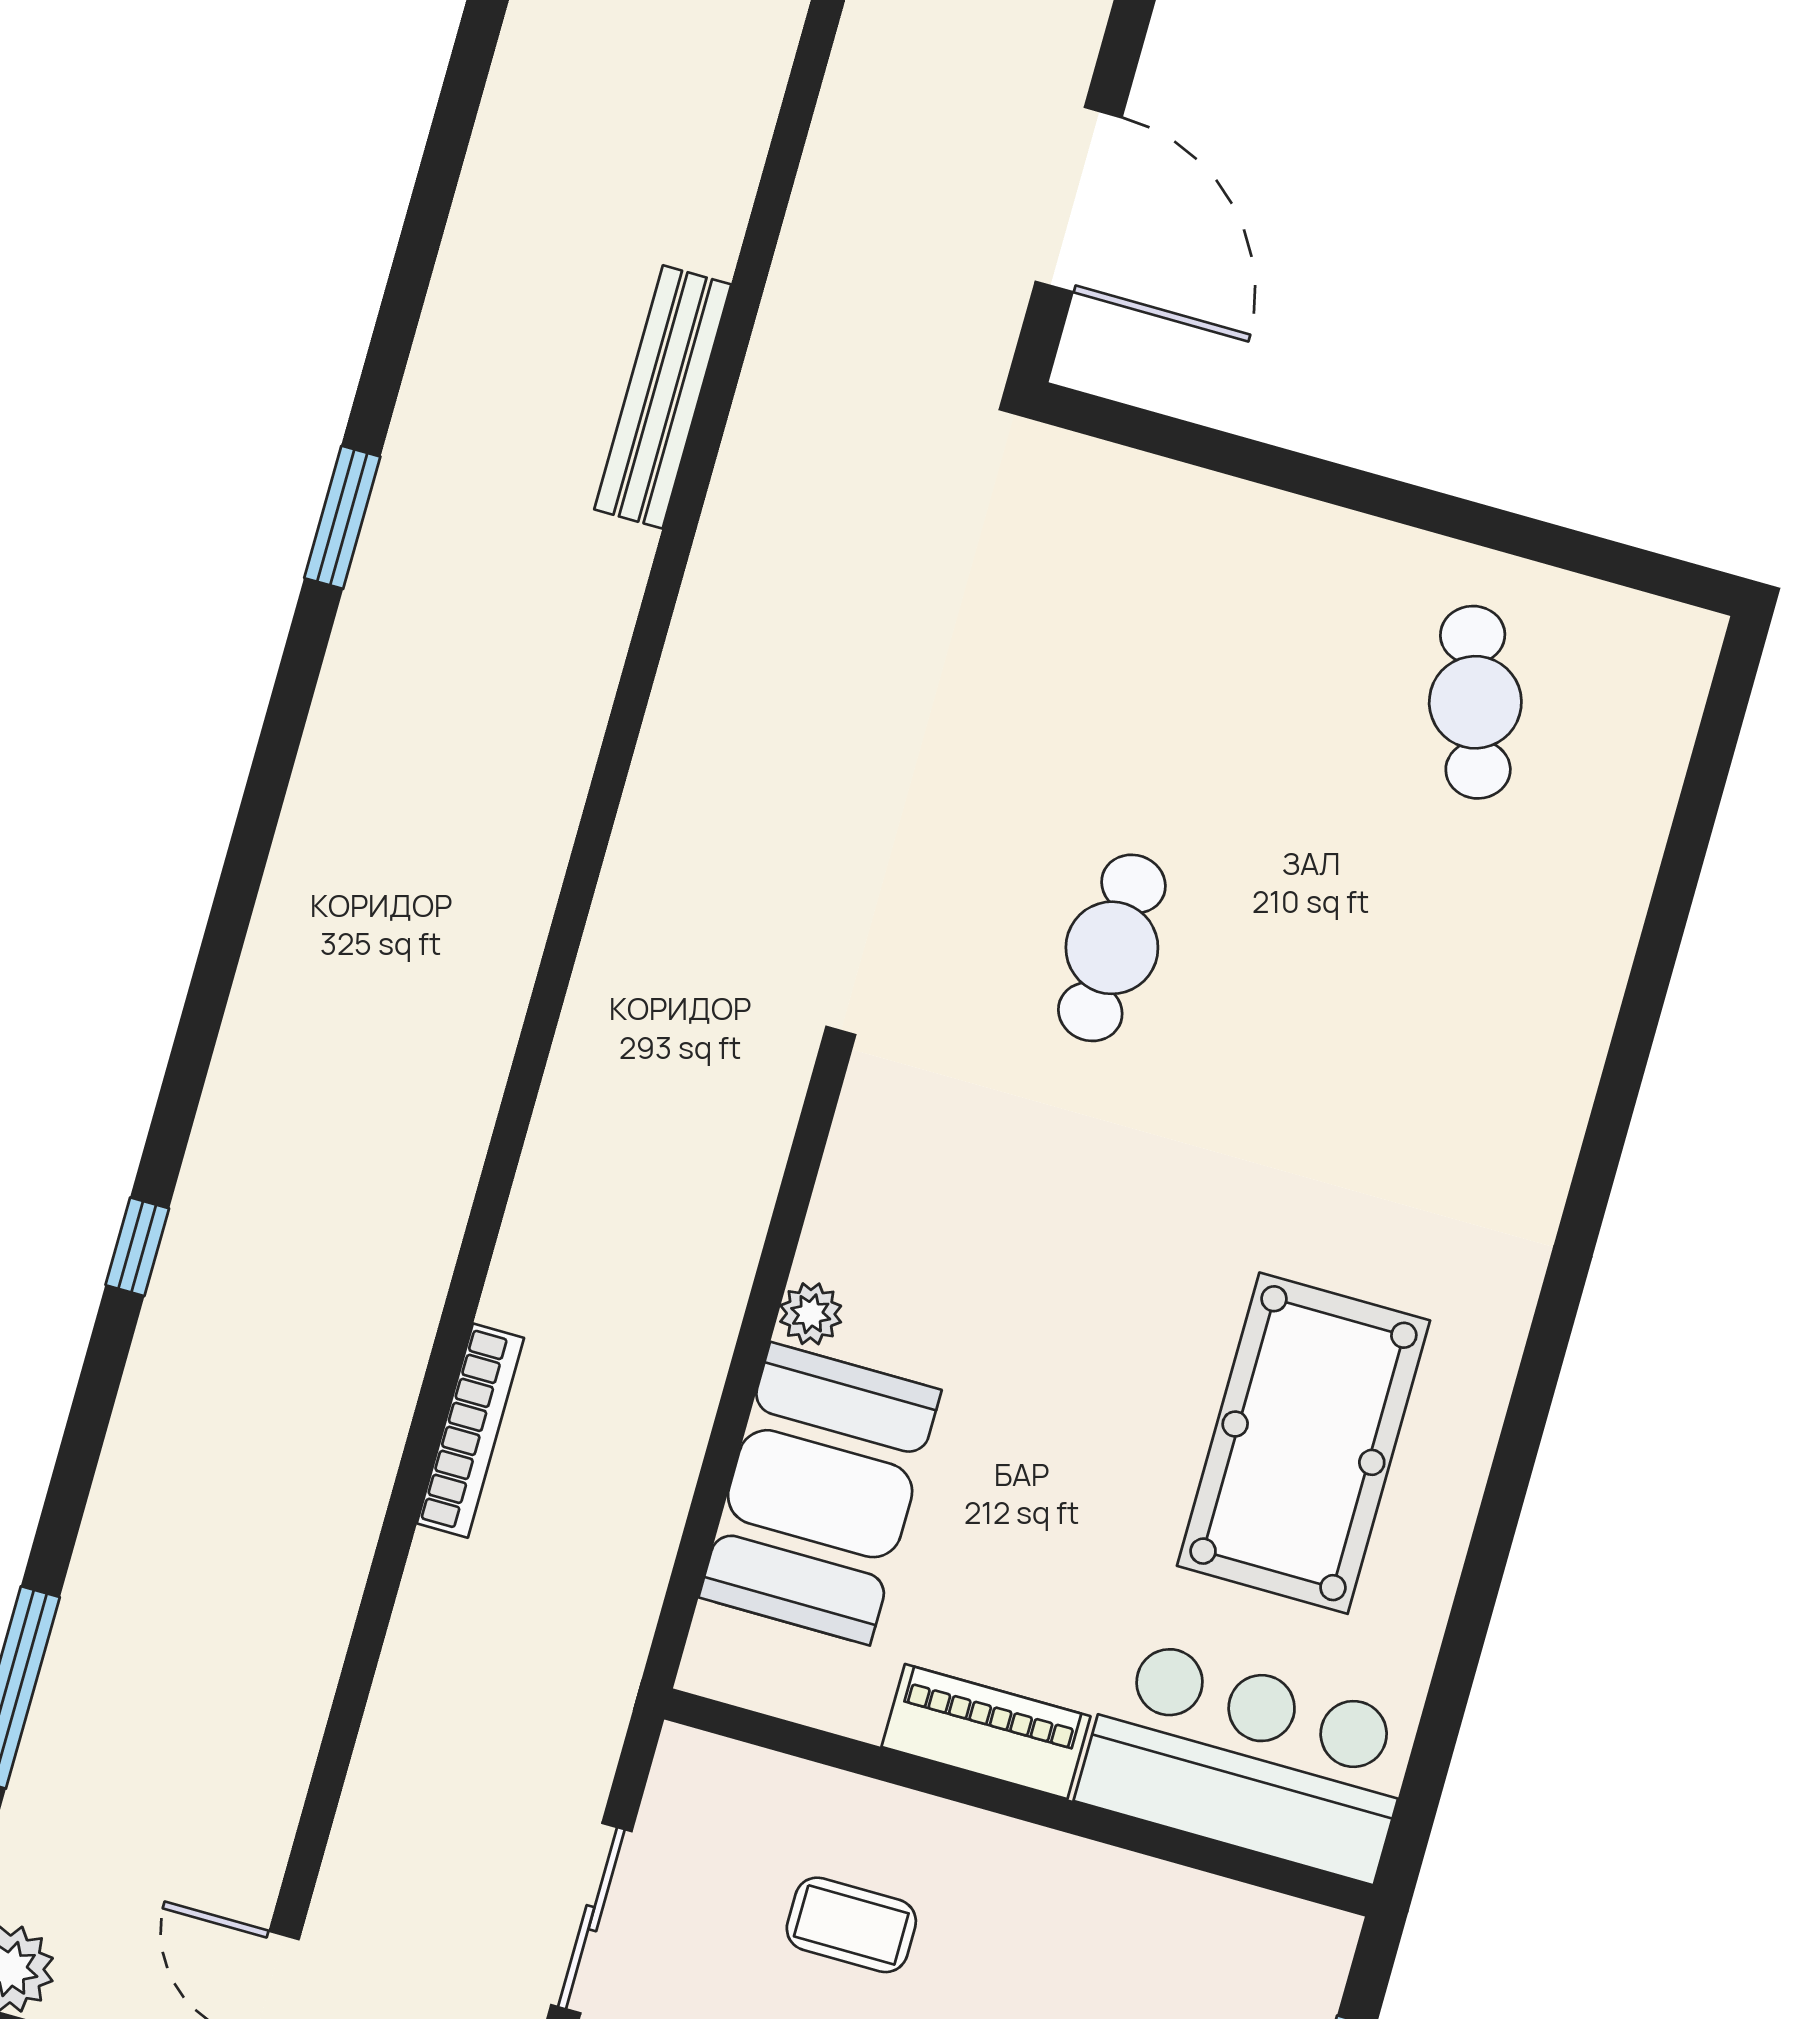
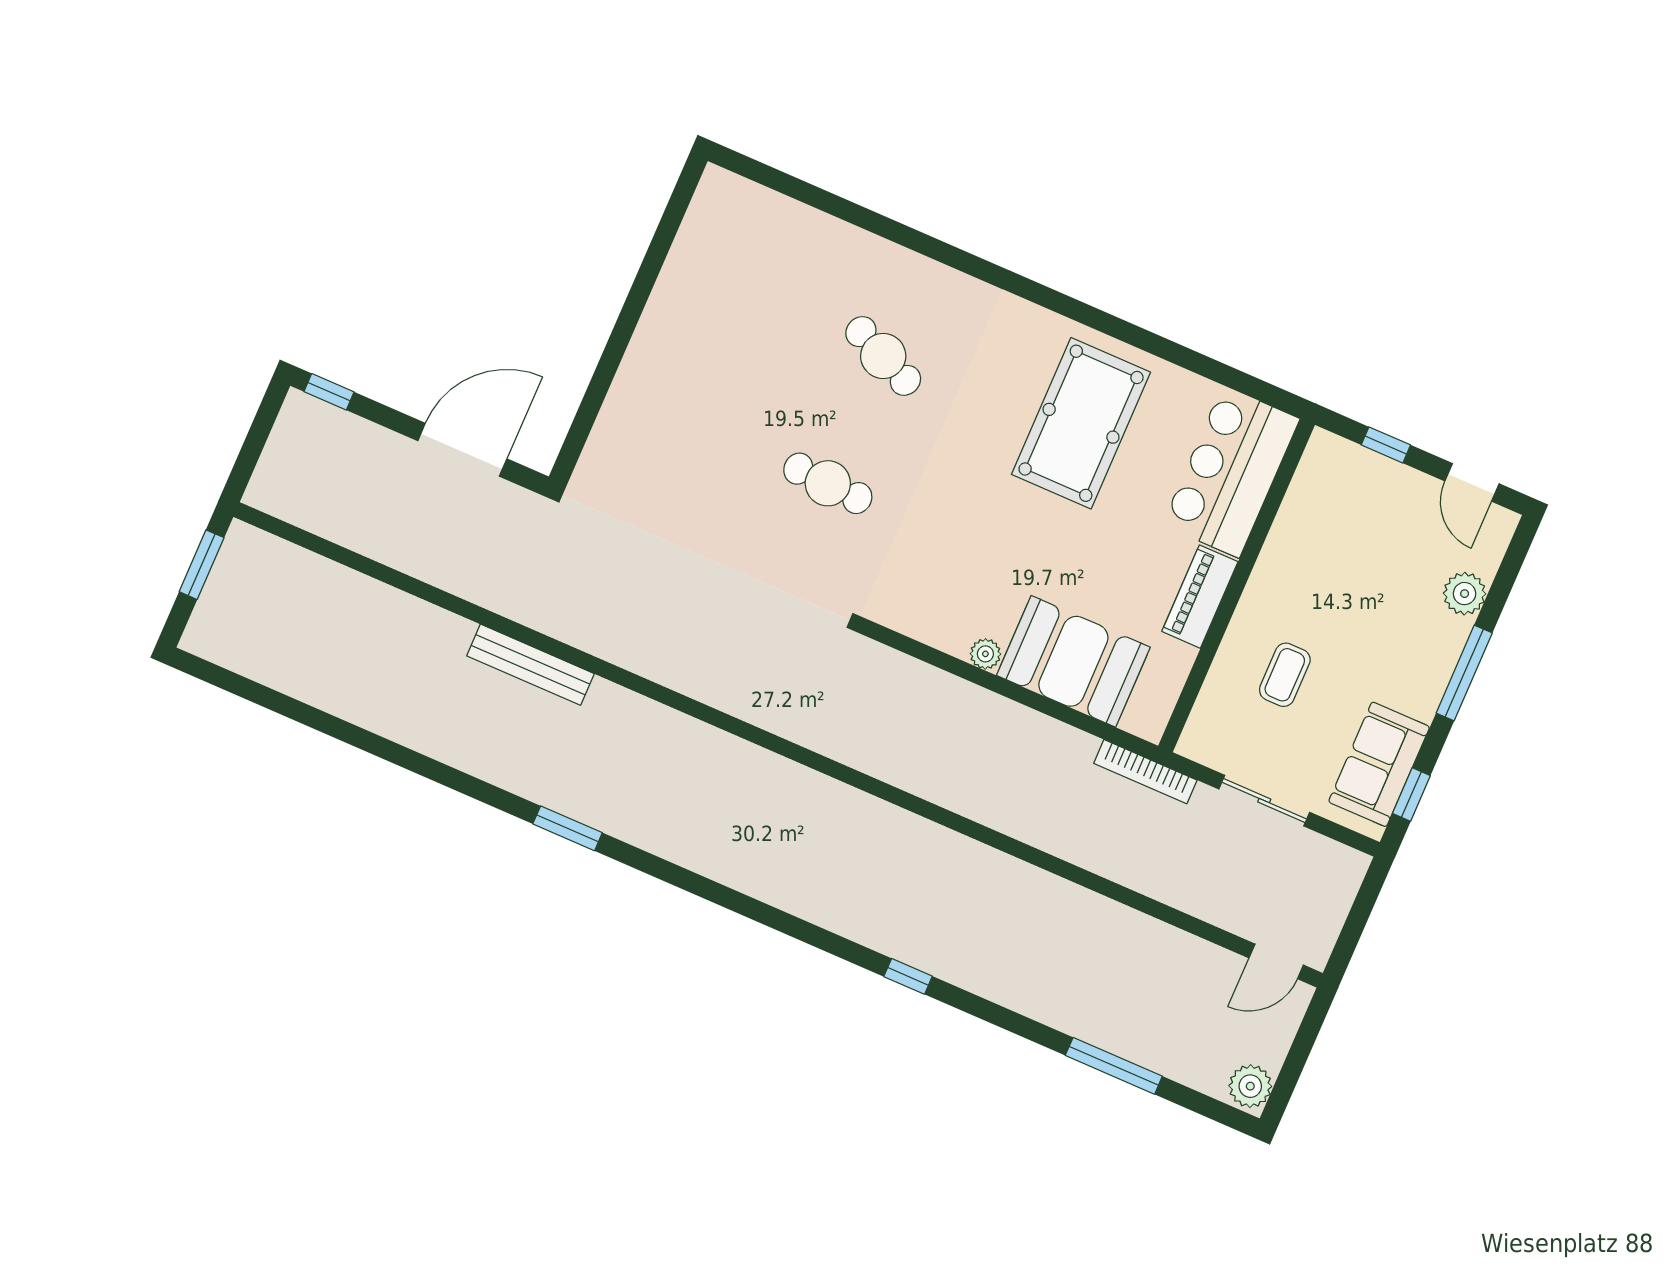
cafe table: (1475, 702) -> (883, 356), moved, turned 42
bookcase: (470, 1431) -> (1145, 772), moved, turned 180
pool table: (1303, 1443) -> (1081, 423), turned 90

